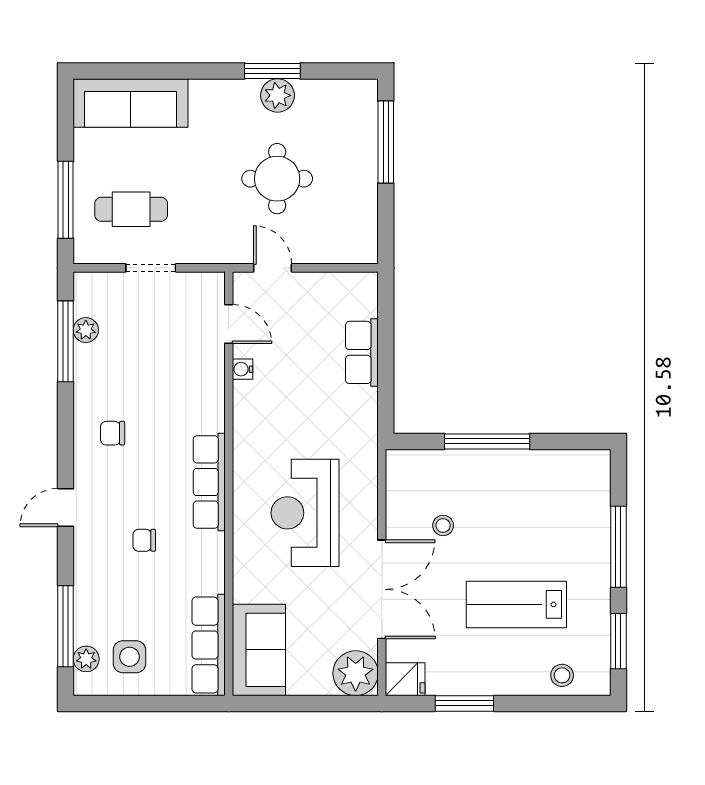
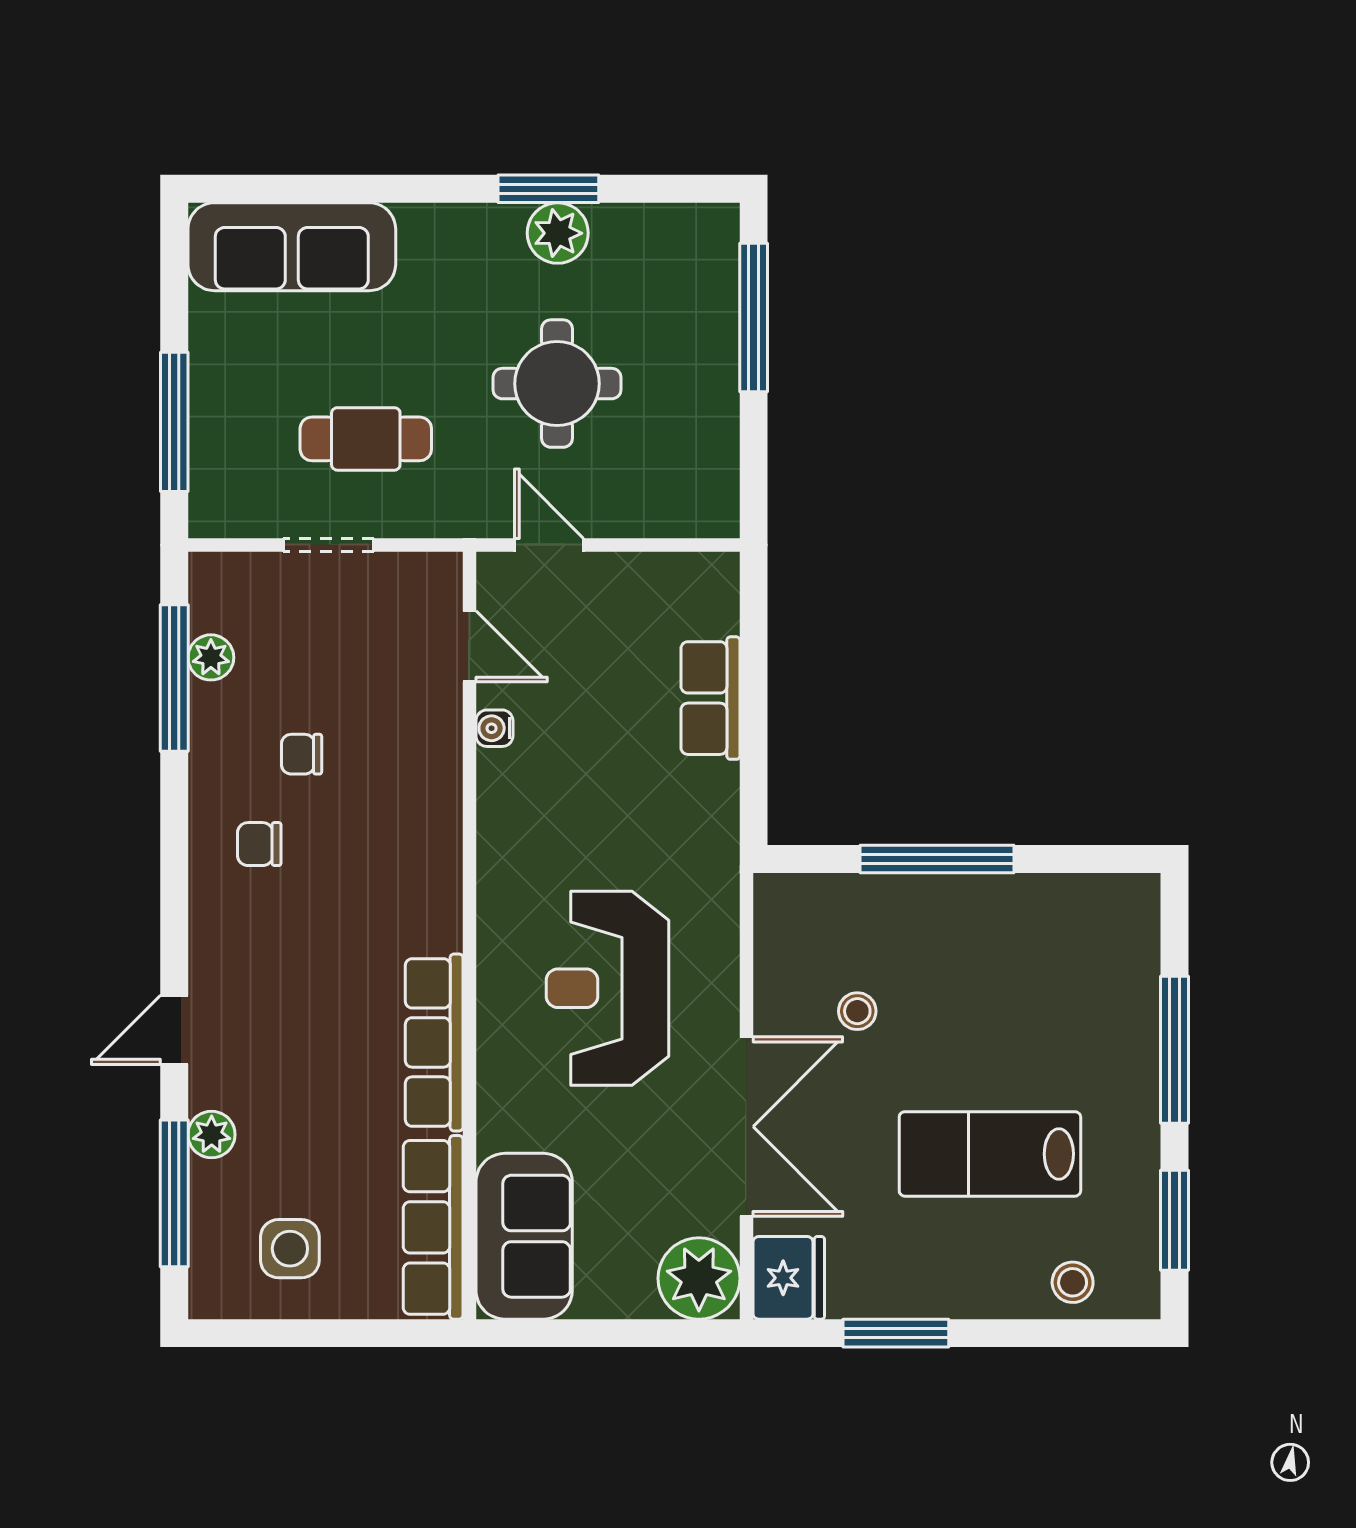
cafe table: (131, 209) -> (366, 439), moved
row of seats: (209, 482) -> (434, 1042), moved
door: (66, 507) -> (174, 1030), moved
chair: (144, 540) -> (302, 754), moved
plant: (86, 659) -> (212, 1135), moved
fridge: (405, 679) -> (789, 1278), width x1.38

